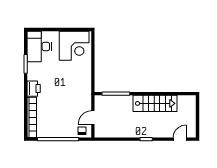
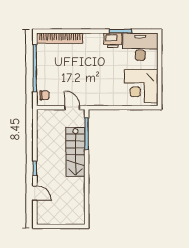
printer: (34, 89) -> (113, 40), moved
stairs: (155, 103) -> (75, 152), moved
door: (93, 118) -> (72, 108), moved
door: (180, 139) -> (35, 193), moved

